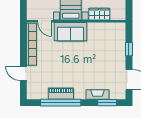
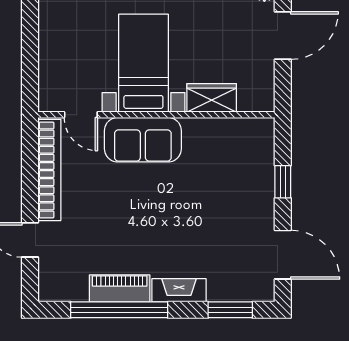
fireplace: (97, 94) -> (179, 290), moved

